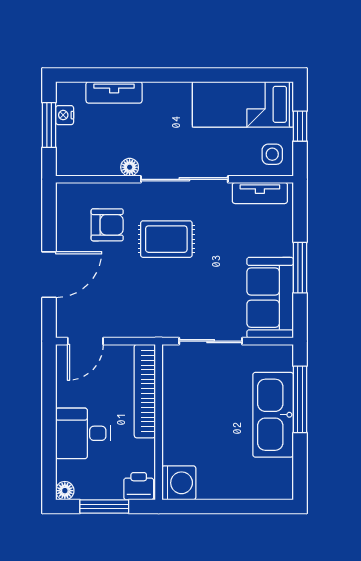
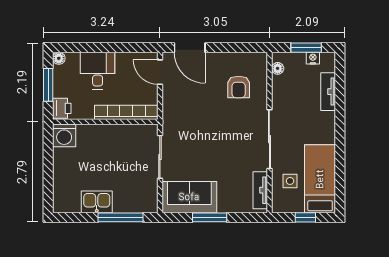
side table: (272, 154) -> (290, 181), moved
floor lamp: (130, 167) -> (278, 68), moved
rug: (166, 239) -> (229, 127), removed
door: (49, 275) -> (190, 48), moved
kitchen sink: (273, 415) -> (97, 202), width x0.53, depth x0.81

